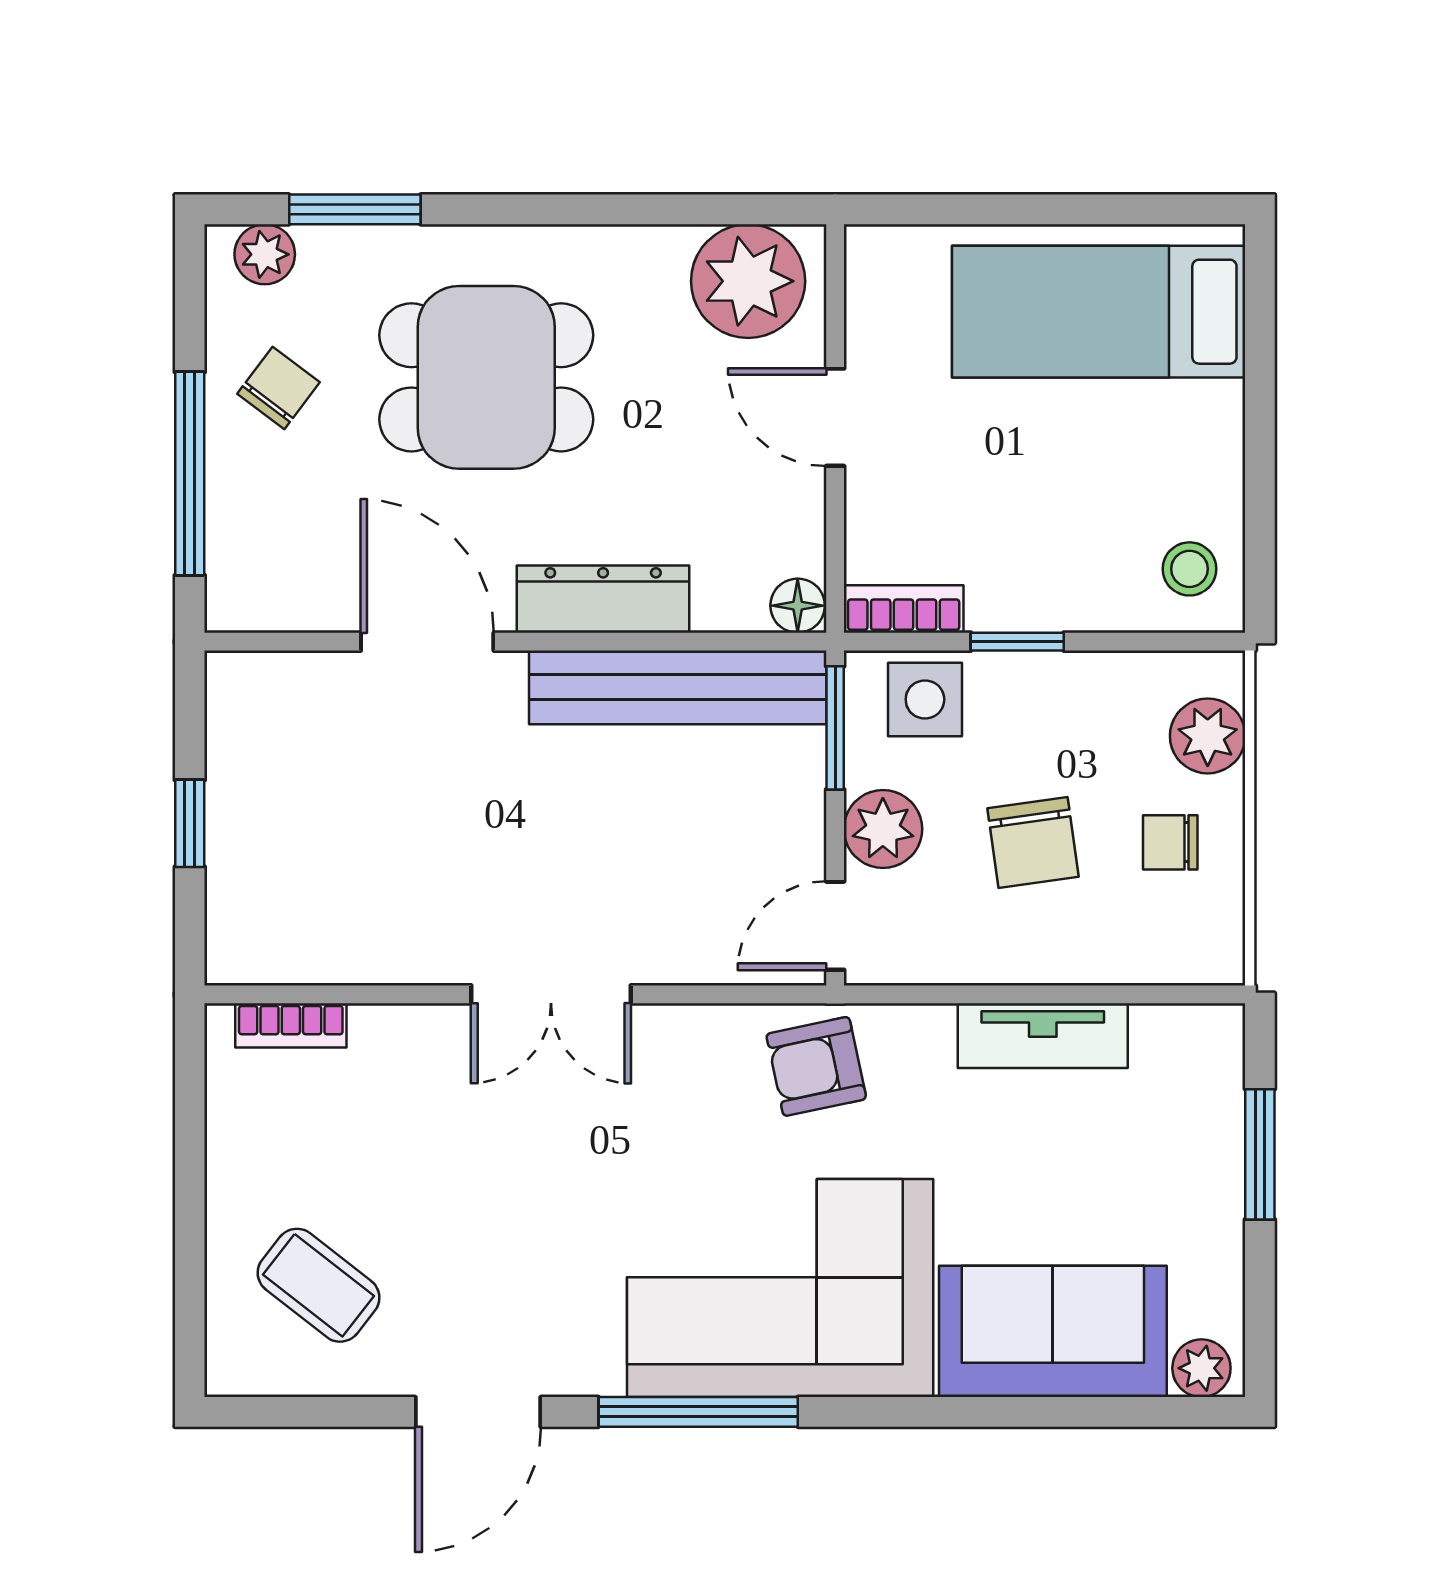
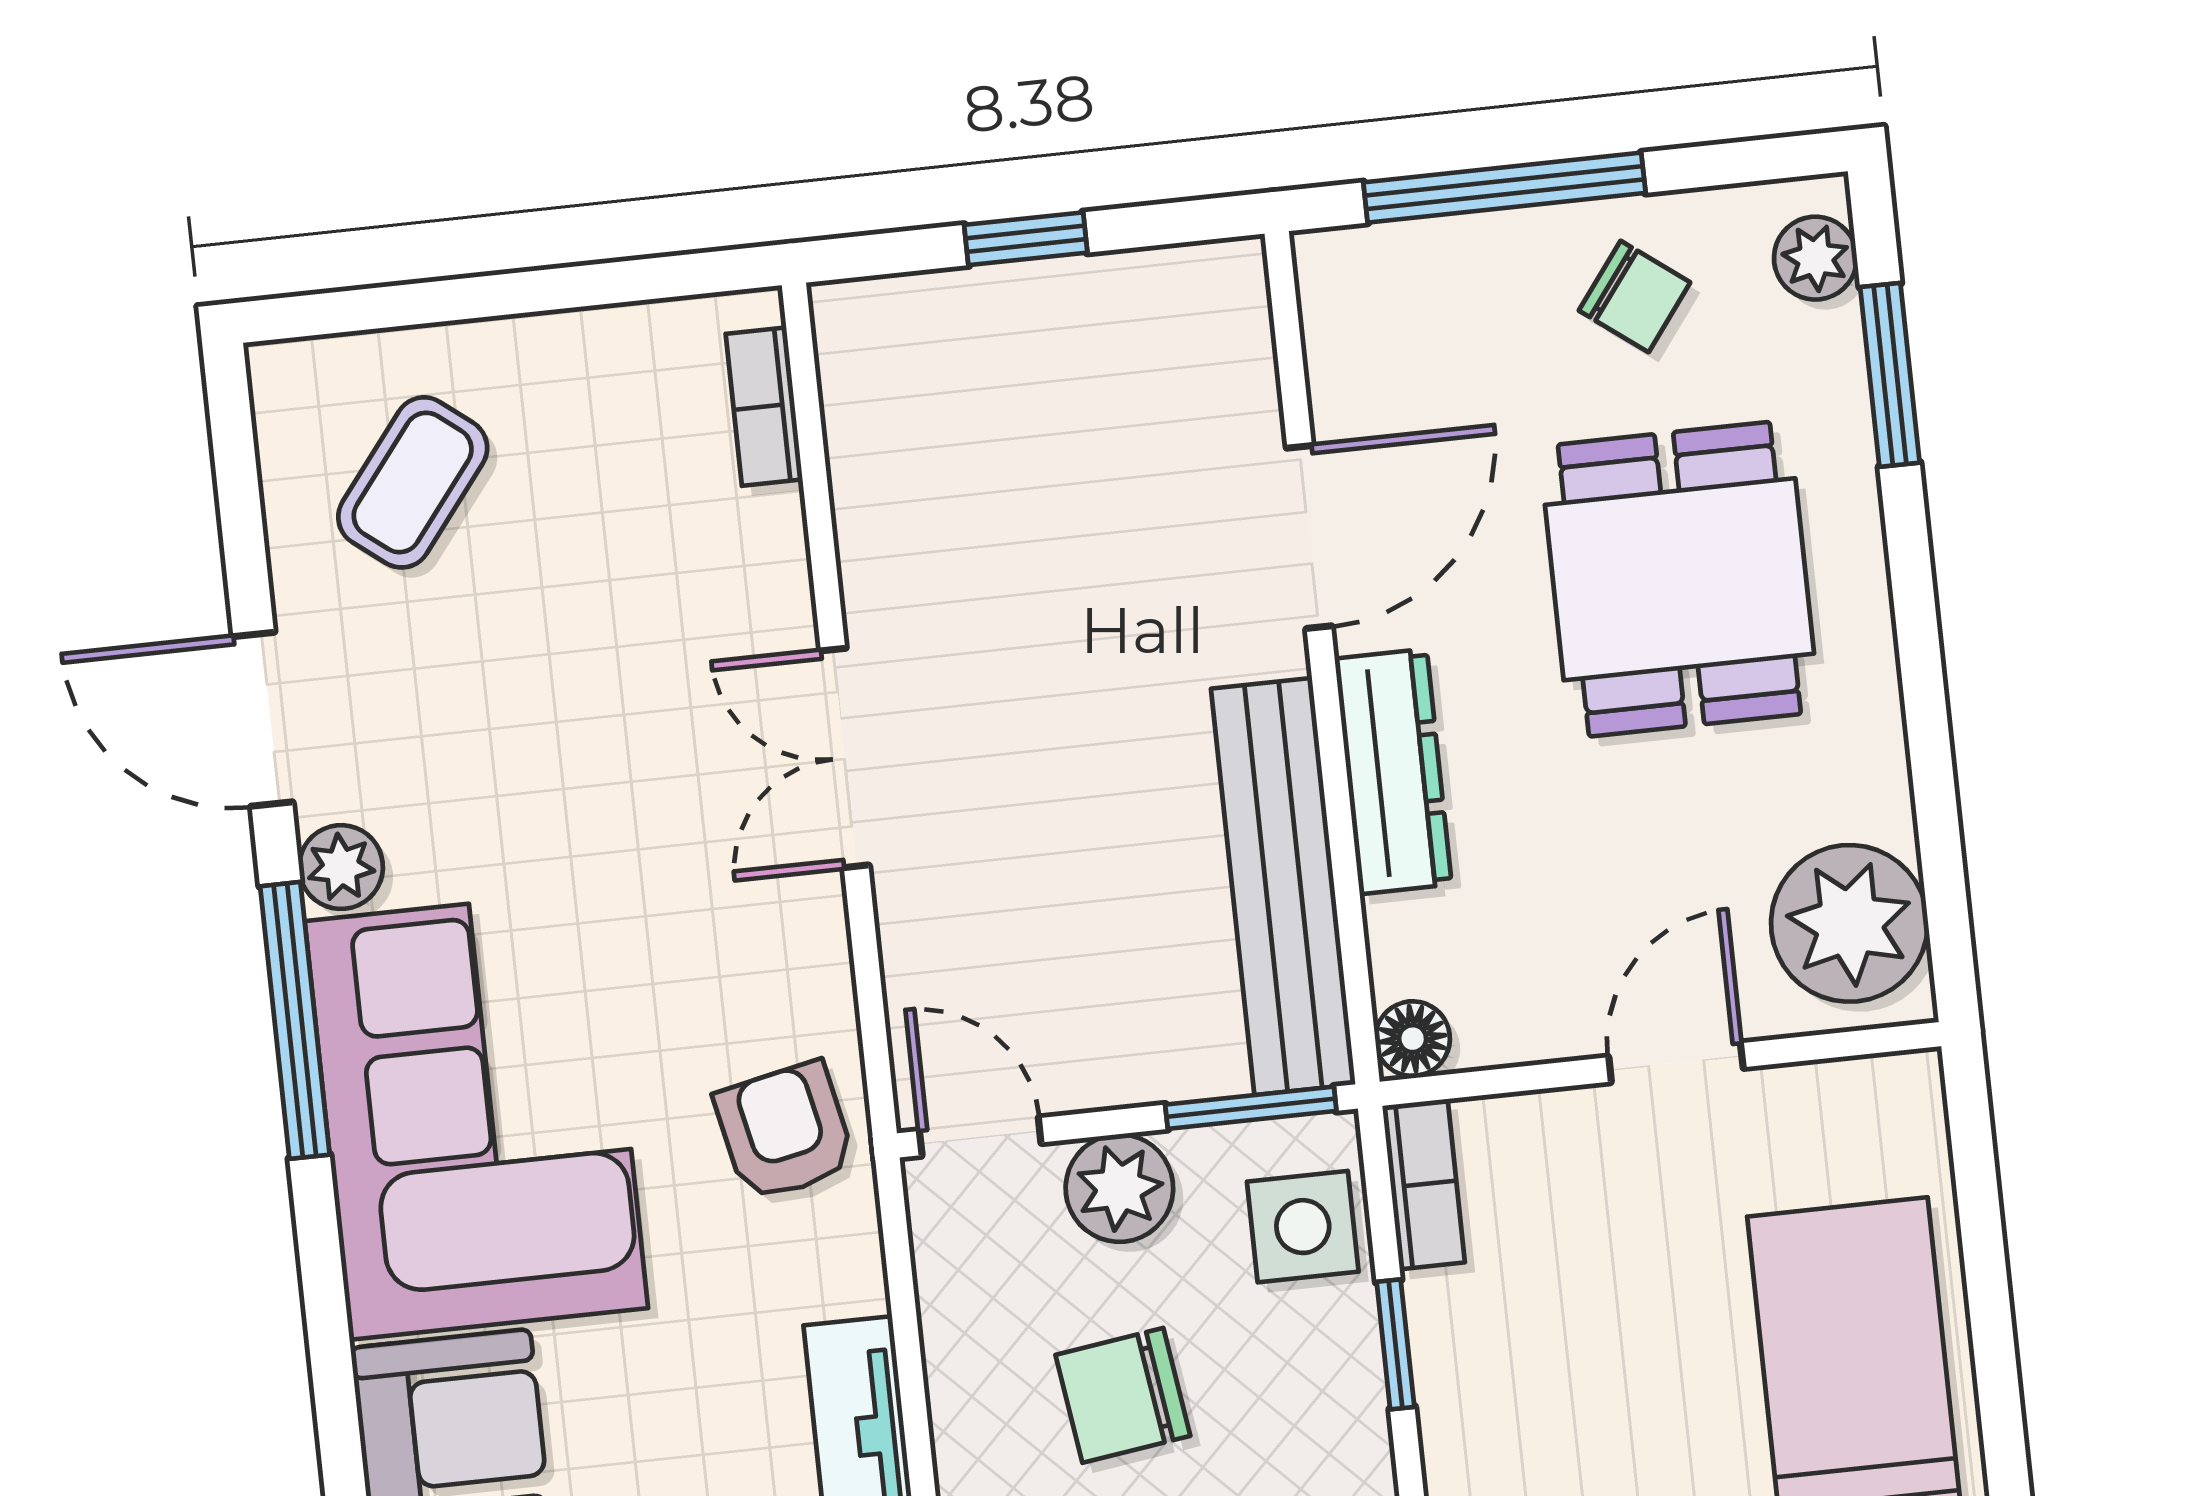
plant: (591, 1367) -> (341, 867), added

